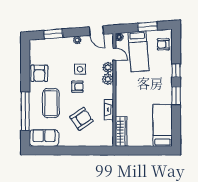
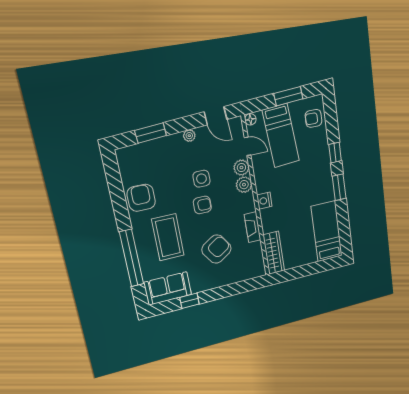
armchair: (39, 73) -> (141, 198), turned 180
nightstand: (120, 93) -> (264, 201), added
window: (57, 151) -> (190, 301), added

